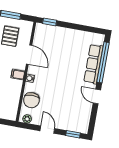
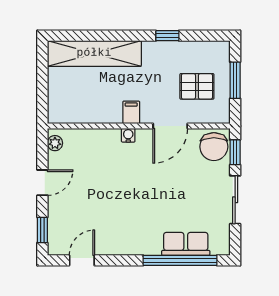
sliding door: (75, 27) -> (235, 200), added
row of seats: (93, 64) -> (186, 244), width x0.68
door: (97, 97) -> (82, 260), moved
chair: (31, 100) -> (214, 147), moved, turned -90

